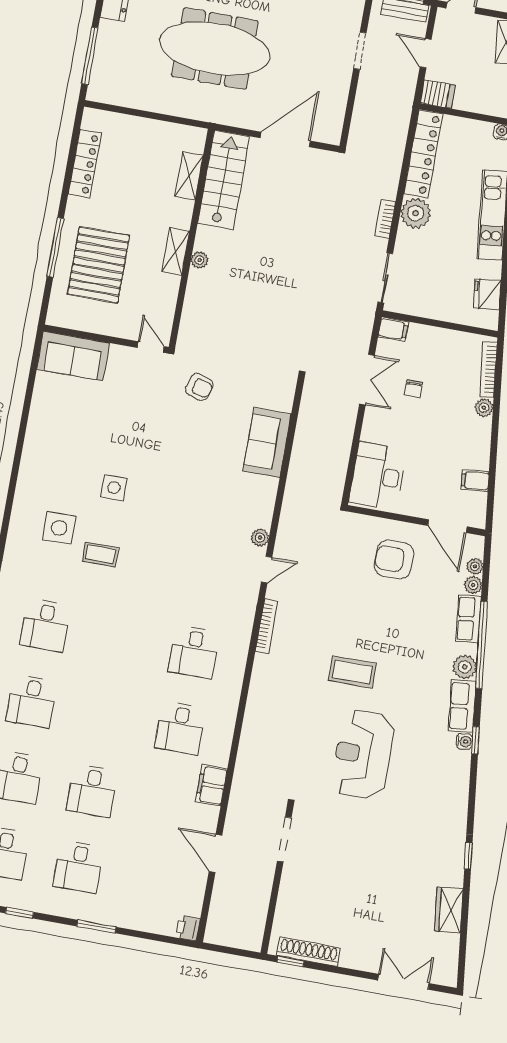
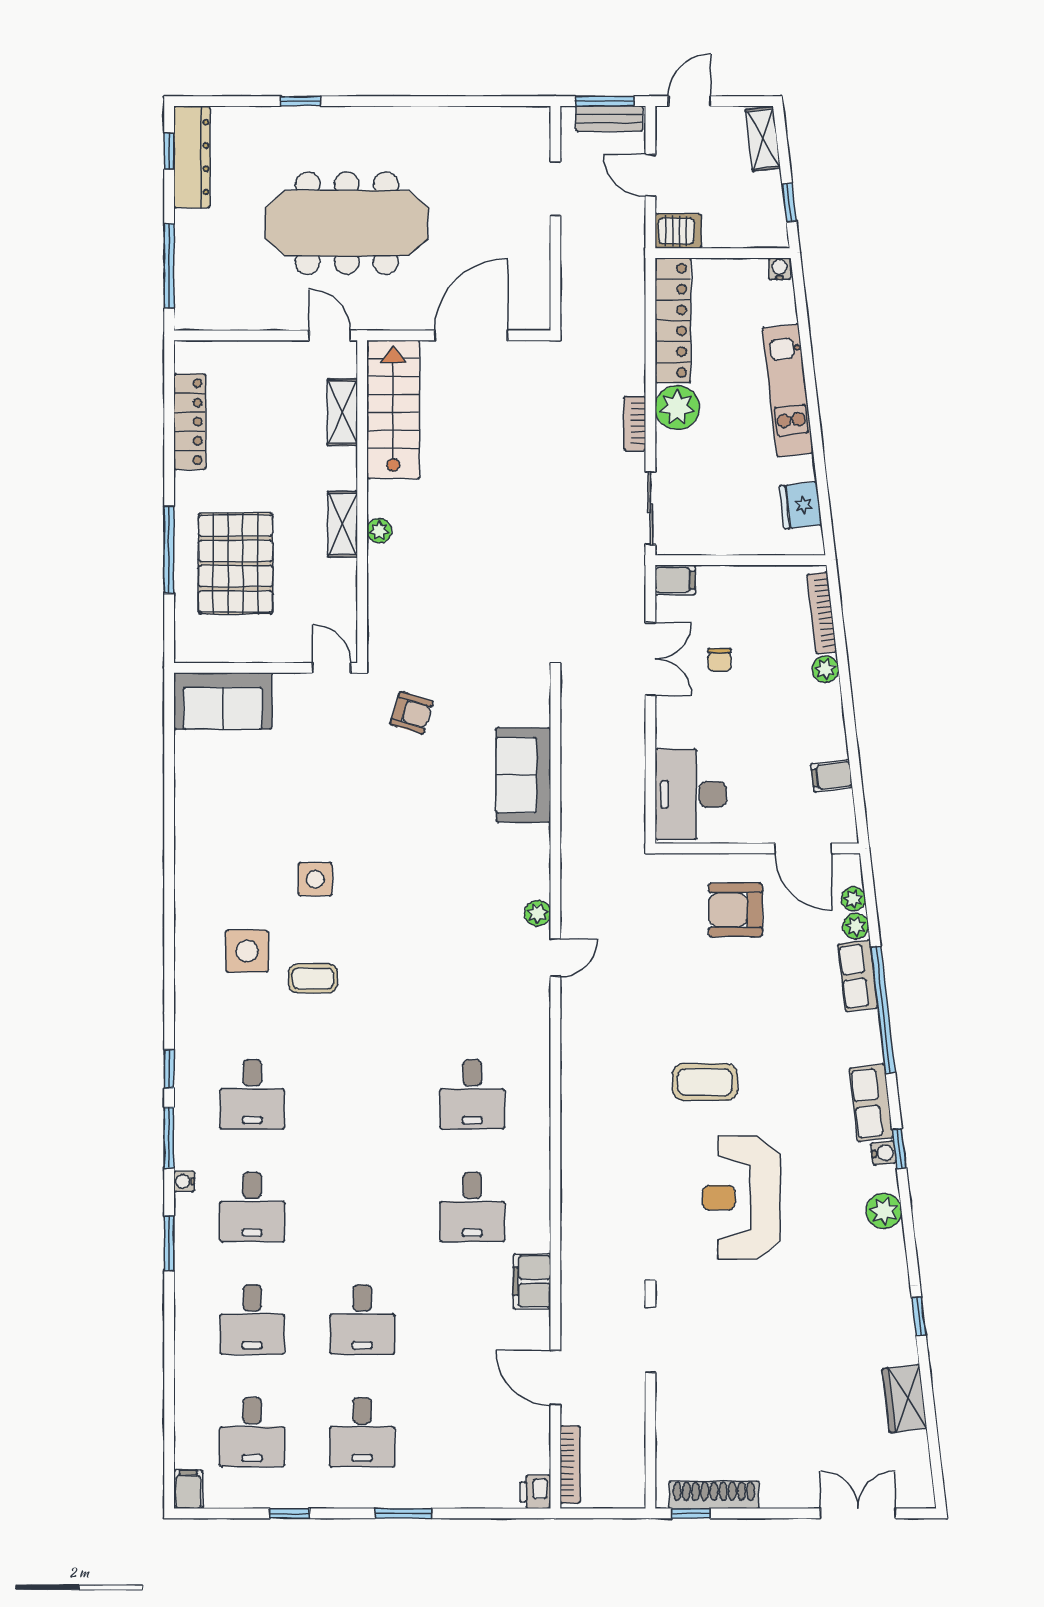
door: (190, 122) -> (330, 335), added
bookcase: (267, 626) -> (570, 1464), moved
plant: (465, 667) -> (884, 1211), moved

